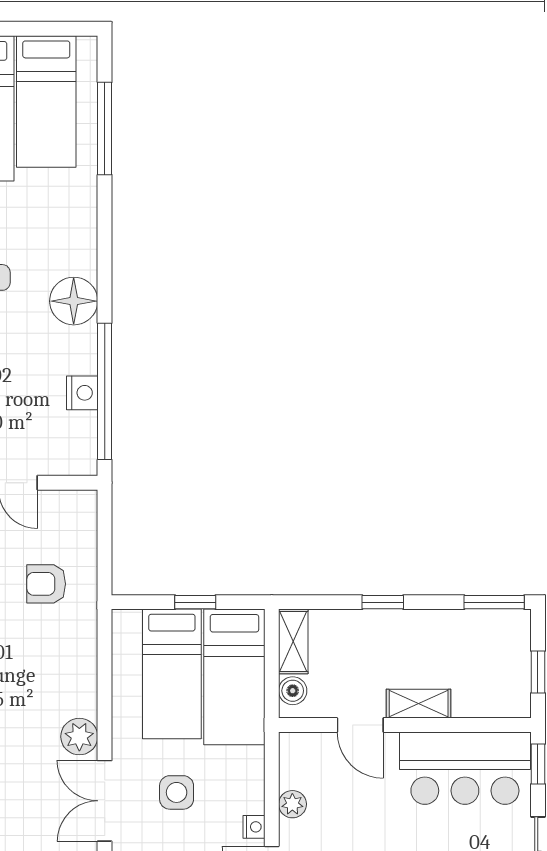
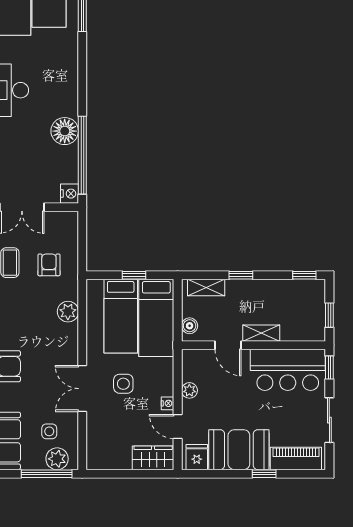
floor lamp: (74, 301) -> (65, 131), moved
nightstand: (82, 393) -> (70, 194), moved
armchair: (46, 584) -> (49, 265), turned 90
window: (494, 602) -> (304, 275), width x0.67
shelving: (293, 641) -> (206, 287), moved, turned 90
plant: (79, 737) -> (68, 312), moved

